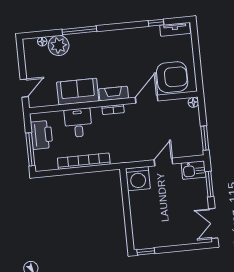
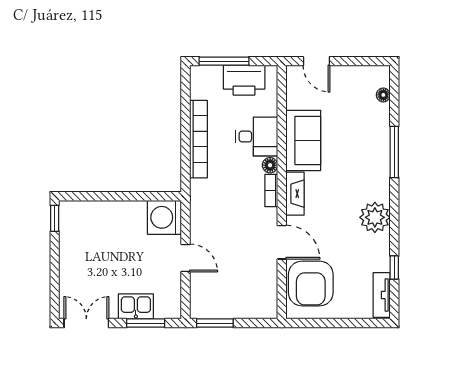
plant: (59, 45) -> (375, 217), moved
floor lamp: (193, 102) -> (270, 165), moved
kitchen sink: (194, 170) -> (136, 306), moved, turned 90

